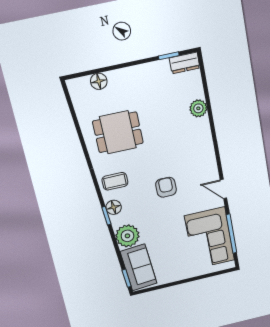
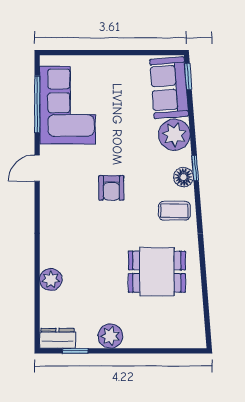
plant: (143, 74) -> (110, 336), added
floor lamp: (99, 81) -> (166, 338), removed
door: (223, 189) -> (37, 168), swing flipped

